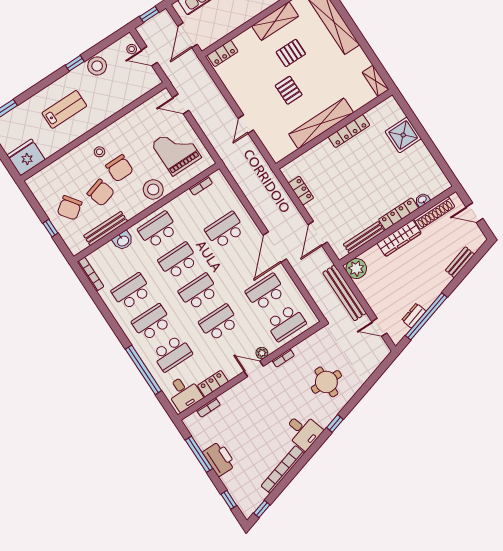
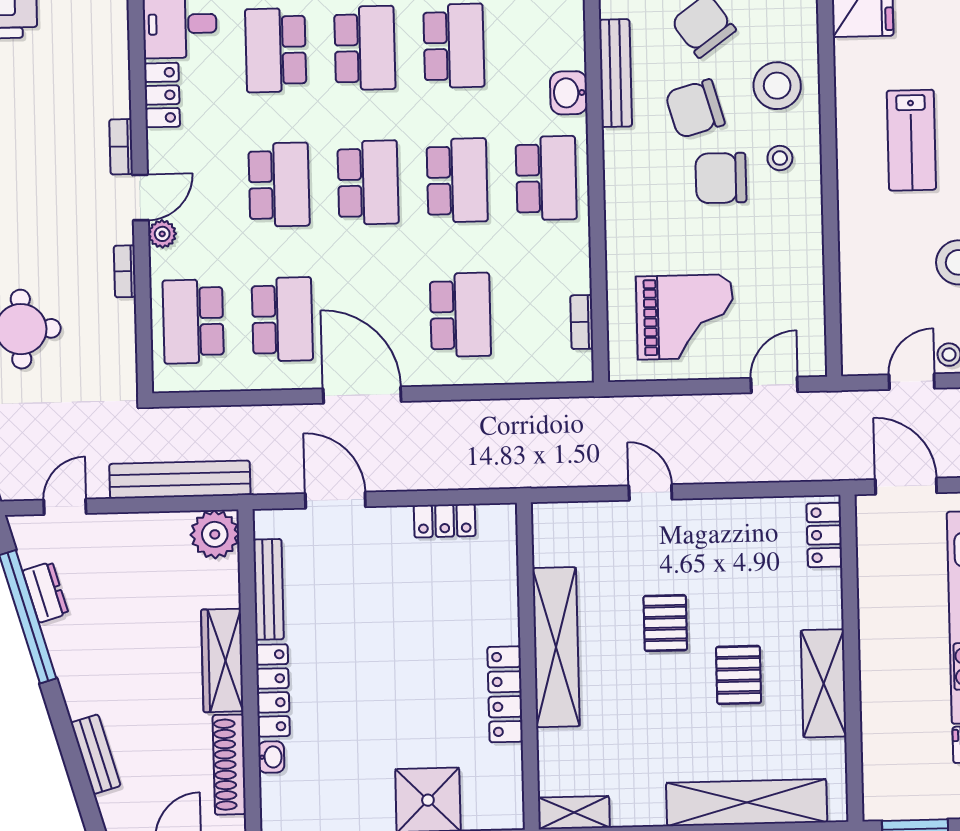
pallet: (289, 90) -> (665, 623), turned 90
stool: (153, 189) -> (777, 86), moved
bookcase: (208, 407) -> (121, 147), moved

